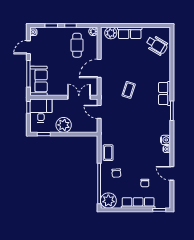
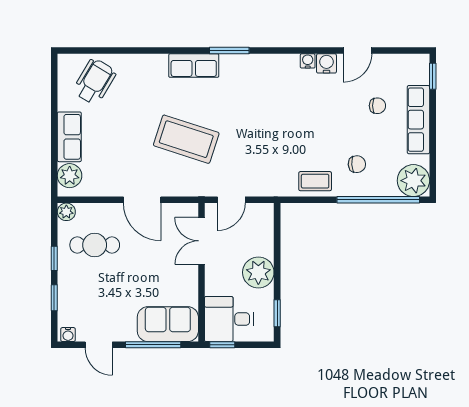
coffee table: (129, 90) -> (186, 139), width x1.86, depth x1.72
water cooler: (165, 140) -> (326, 63), moved

